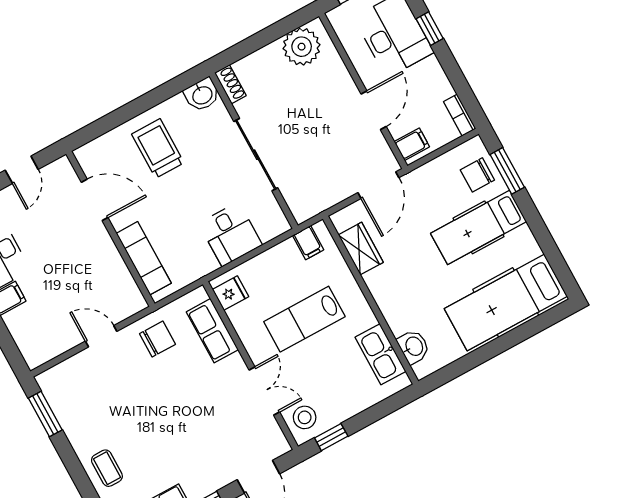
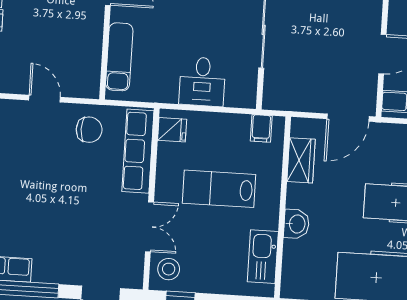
row of seats: (212, 331) -> (138, 151), width x1.48
washbasin: (414, 347) -> (297, 224), moved

